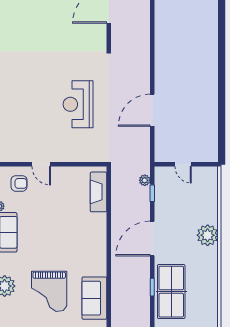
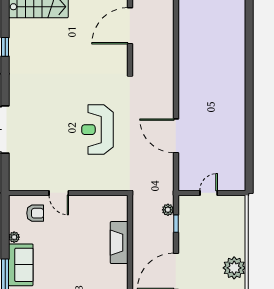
door: (152, 110) -> (176, 136), hinge flipped
door: (183, 164) -> (209, 193), swing flipped
fireplace: (99, 192) -> (119, 243), moved

